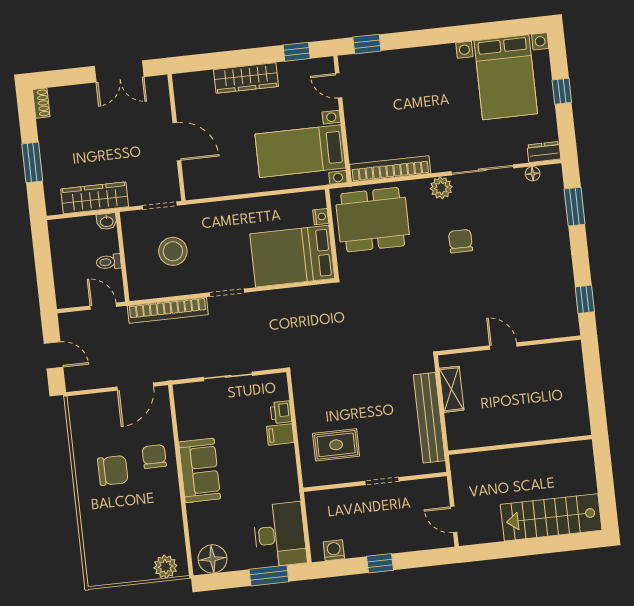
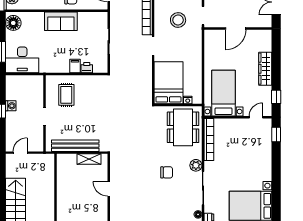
door: (503, 346) -> (109, 189), swing flipped
washing machine: (334, 550) -> (11, 106), moved

